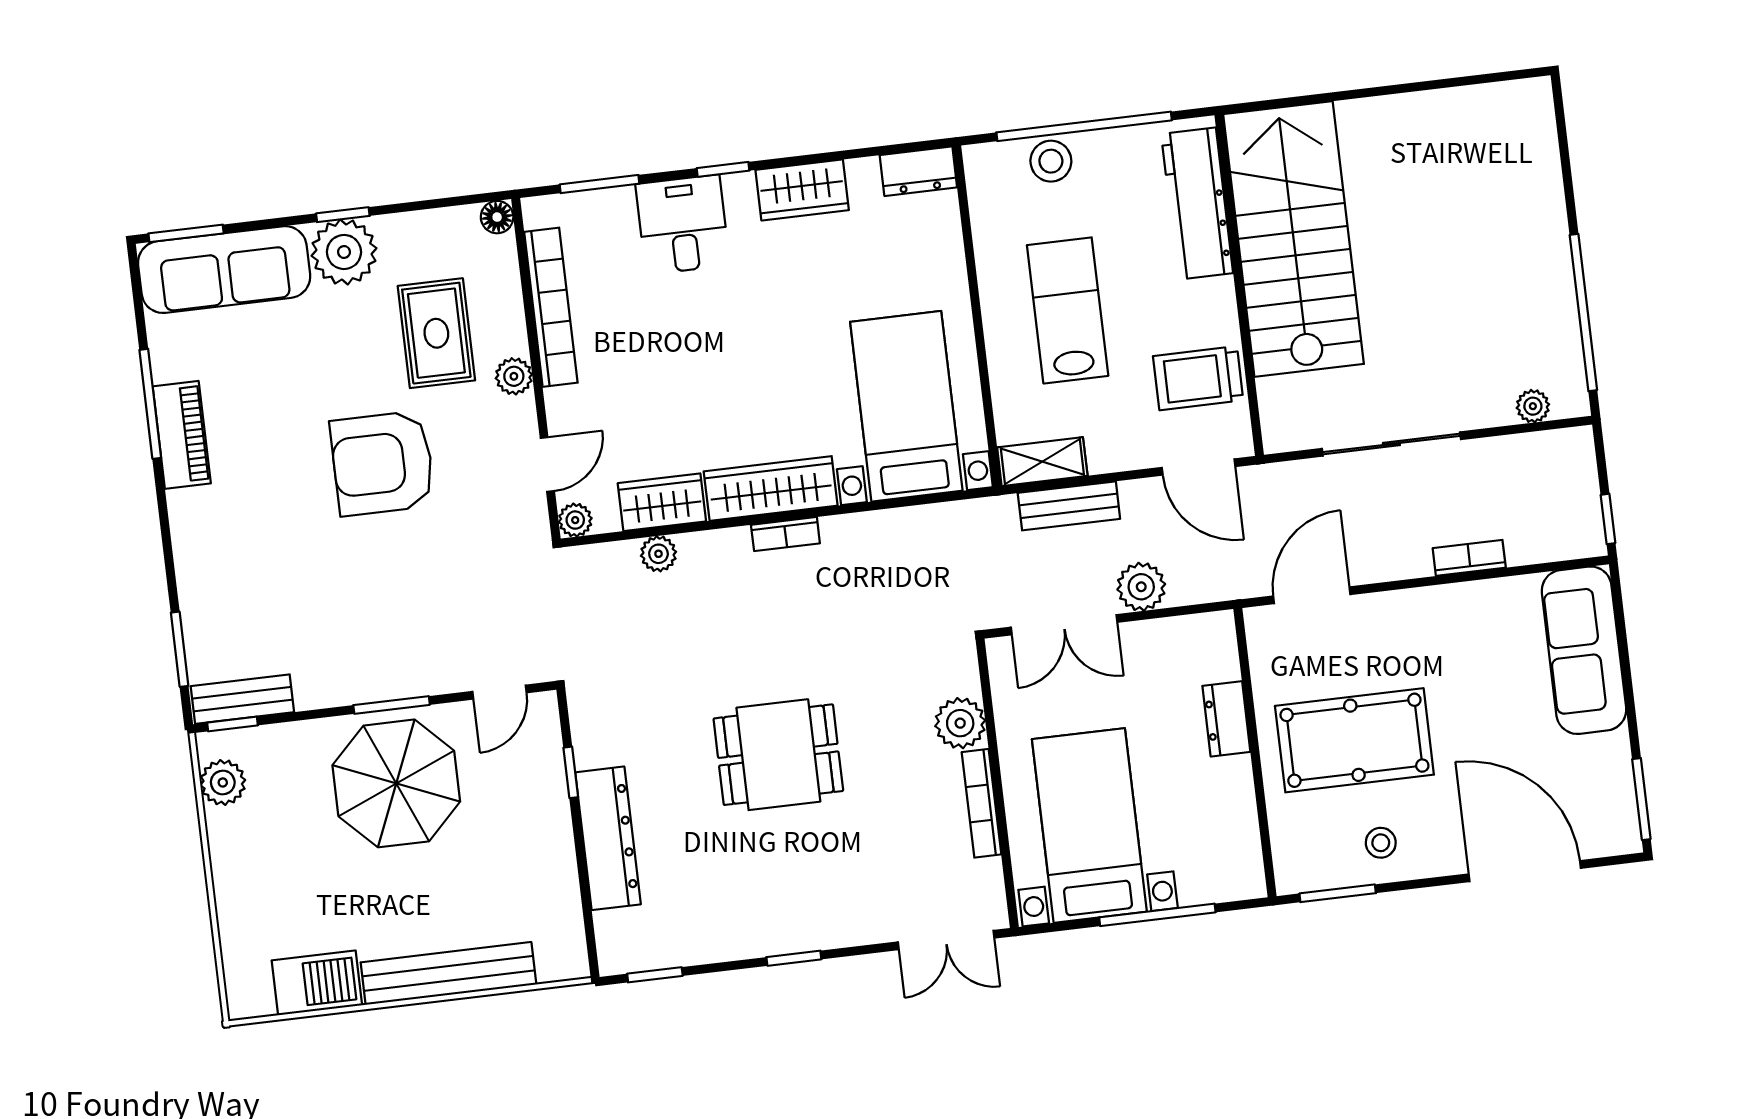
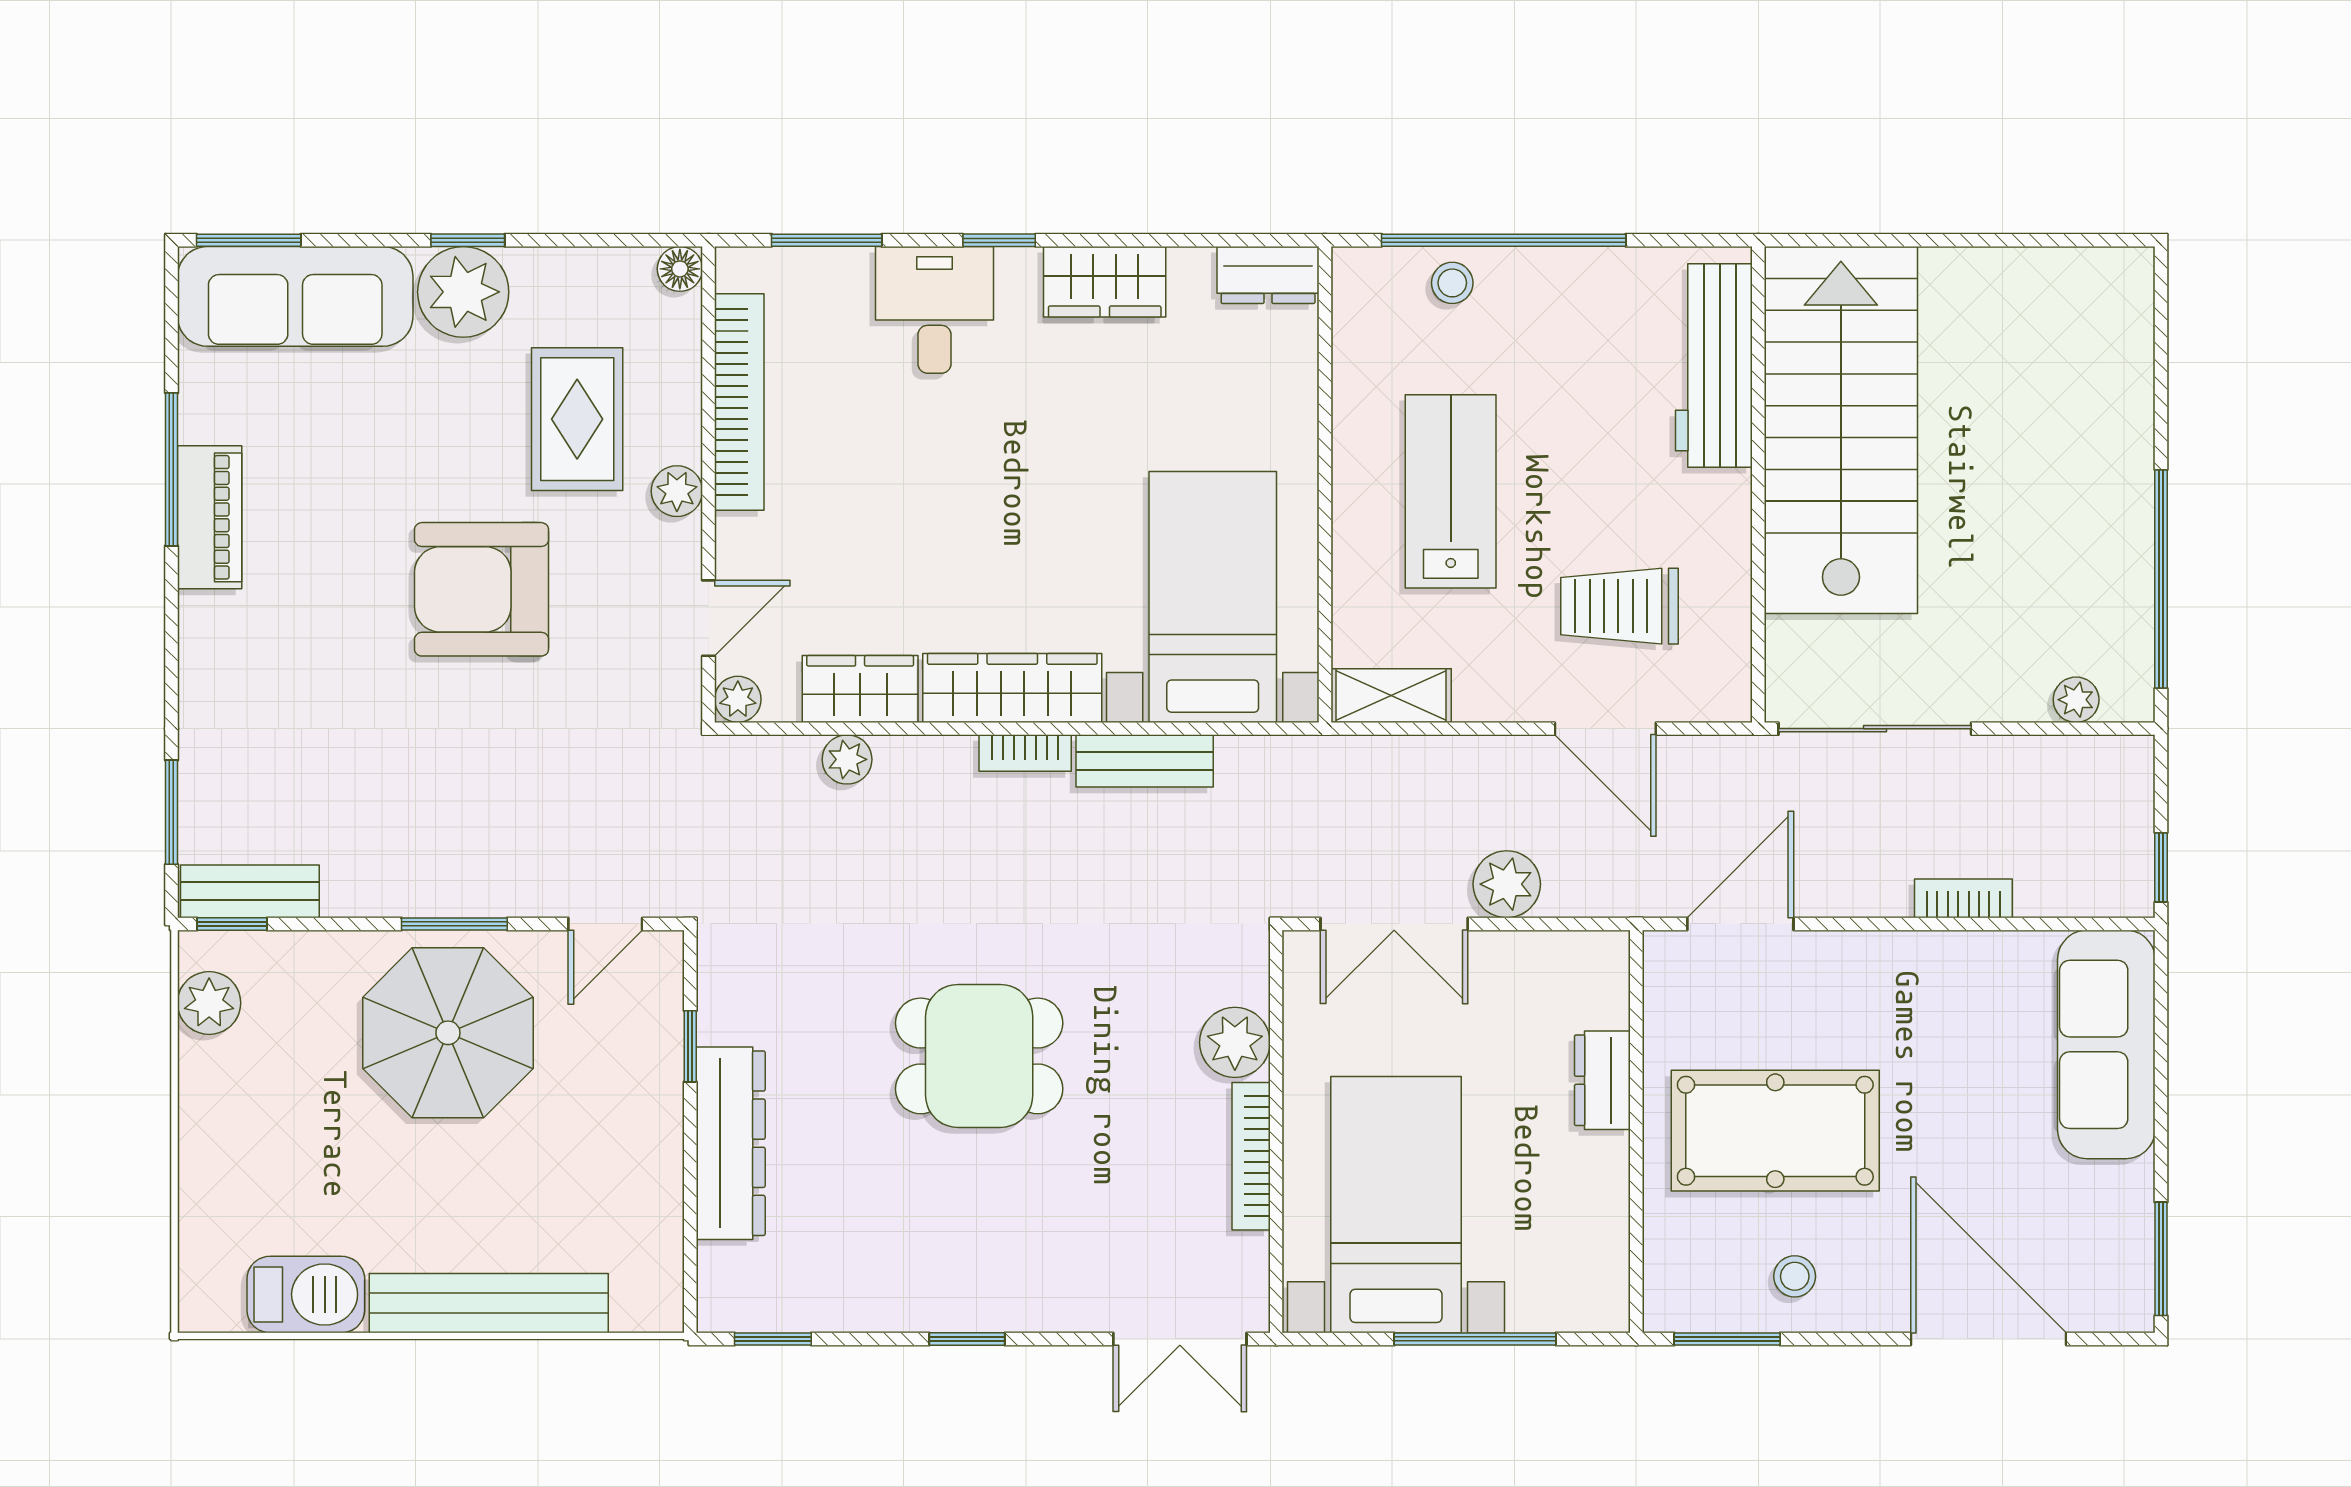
stool: (1051, 161) -> (1452, 283), width x0.73, depth x0.73
workbench: (1197, 204) -> (1714, 365), moved
stairs: (1294, 239) -> (1841, 430), moved
wall: (1239, 285) -> (1758, 484), moved
bench: (1069, 506) -> (1145, 761), moved

